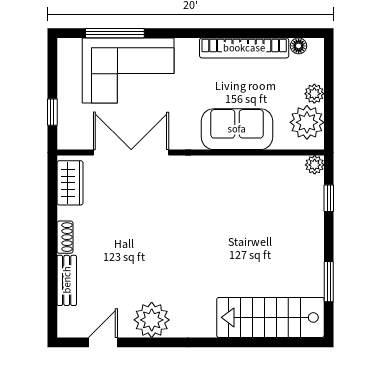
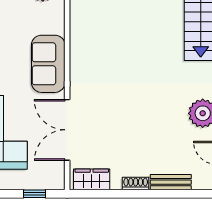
sofa: (237, 129) -> (48, 64), moved

